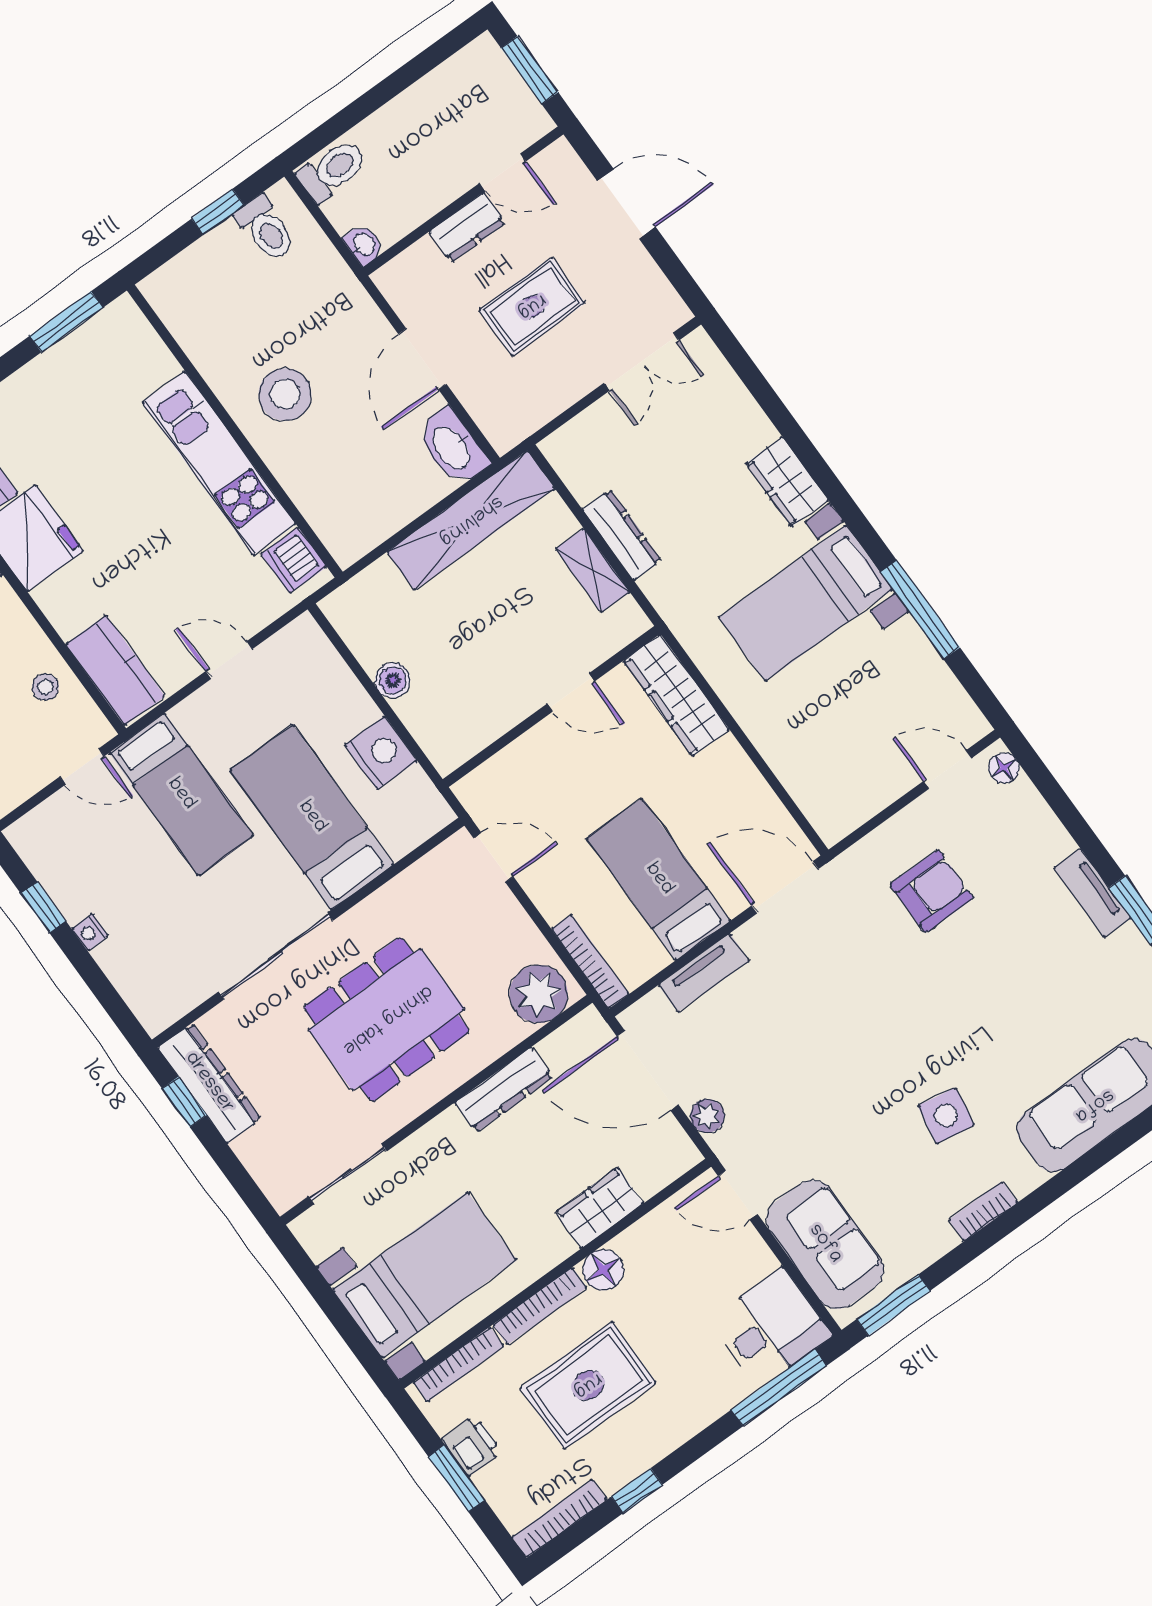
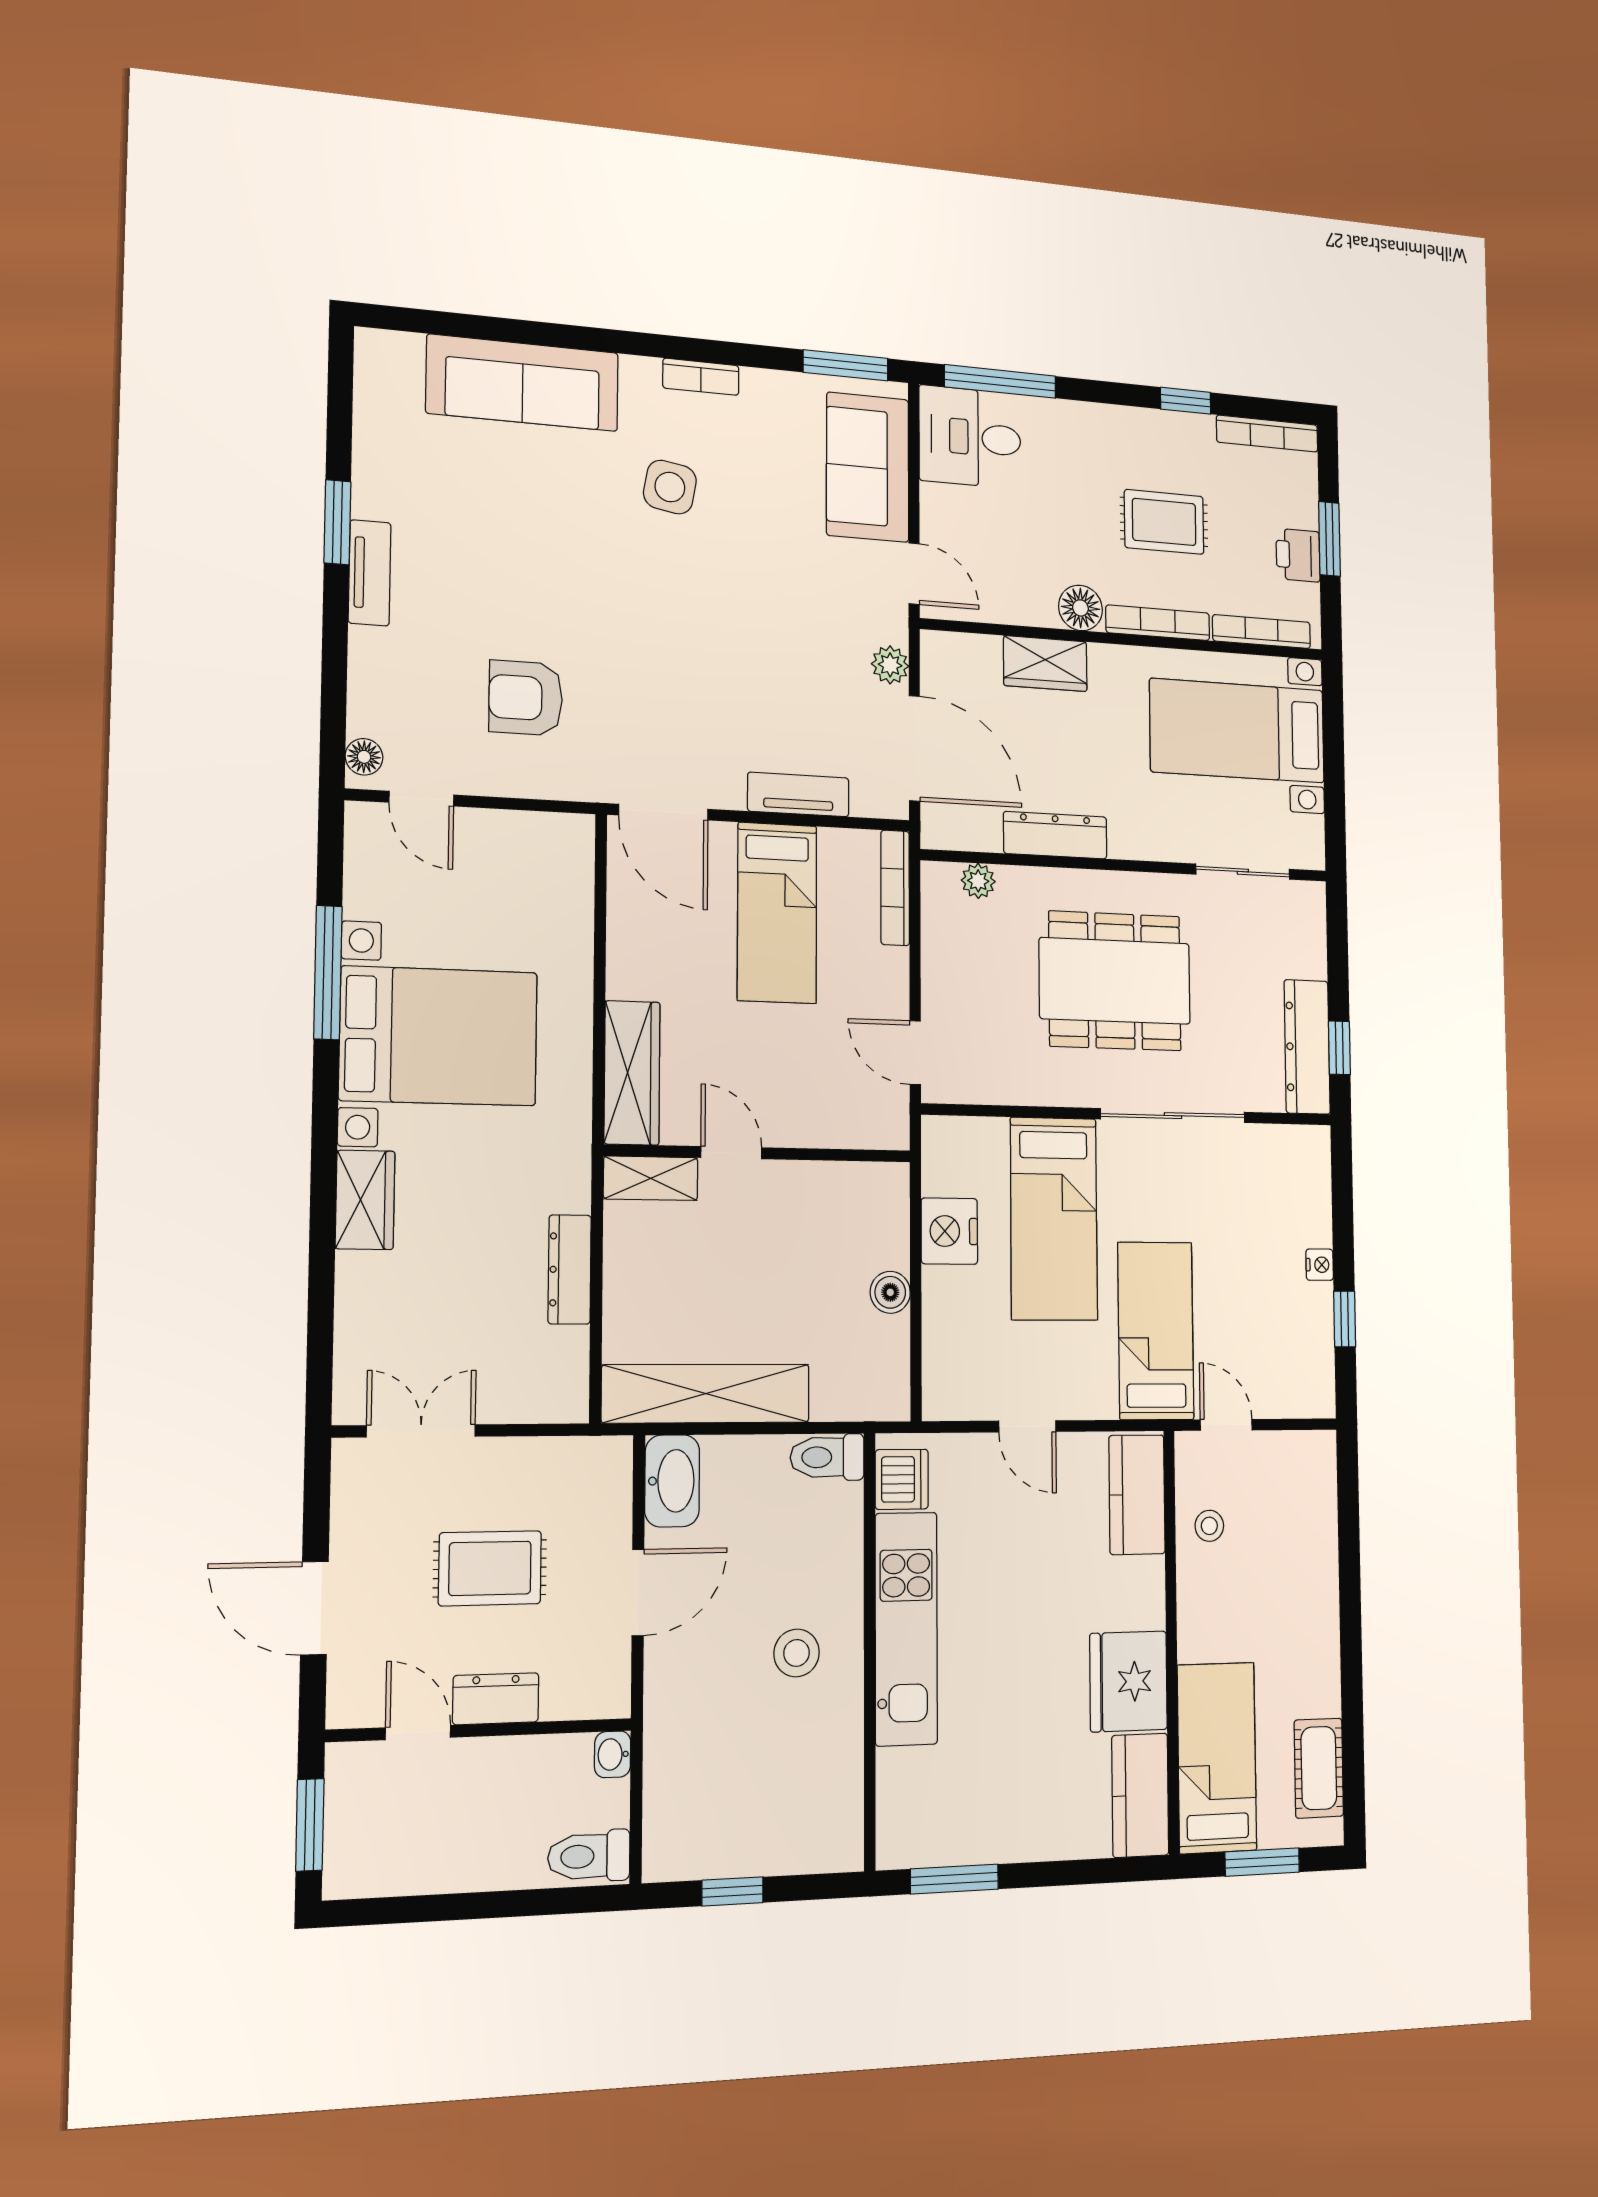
toilet: (266, 229) -> (827, 1457), moved, turned -90
stool: (285, 394) -> (797, 1653), width x0.73, depth x0.73
shelving: (593, 570) -> (651, 1178), moved, turned 90
bed with nightstands: (806, 603) -> (439, 1036), width x1.36
plant: (539, 994) -> (978, 881), width x0.53, depth x0.53
rug: (588, 1385) -> (1164, 522), width x0.73, depth x0.70

